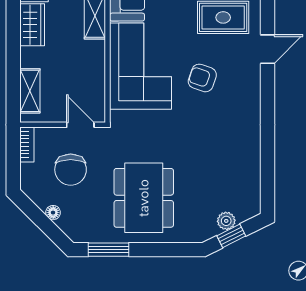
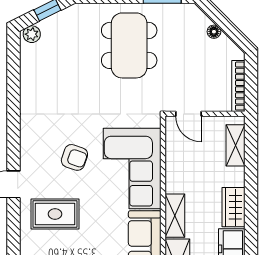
bookcase: (27, 144) -> (238, 86), width x1.56
chair: (71, 170) -> (198, 72), removed
plant: (226, 221) -> (32, 34), moved

